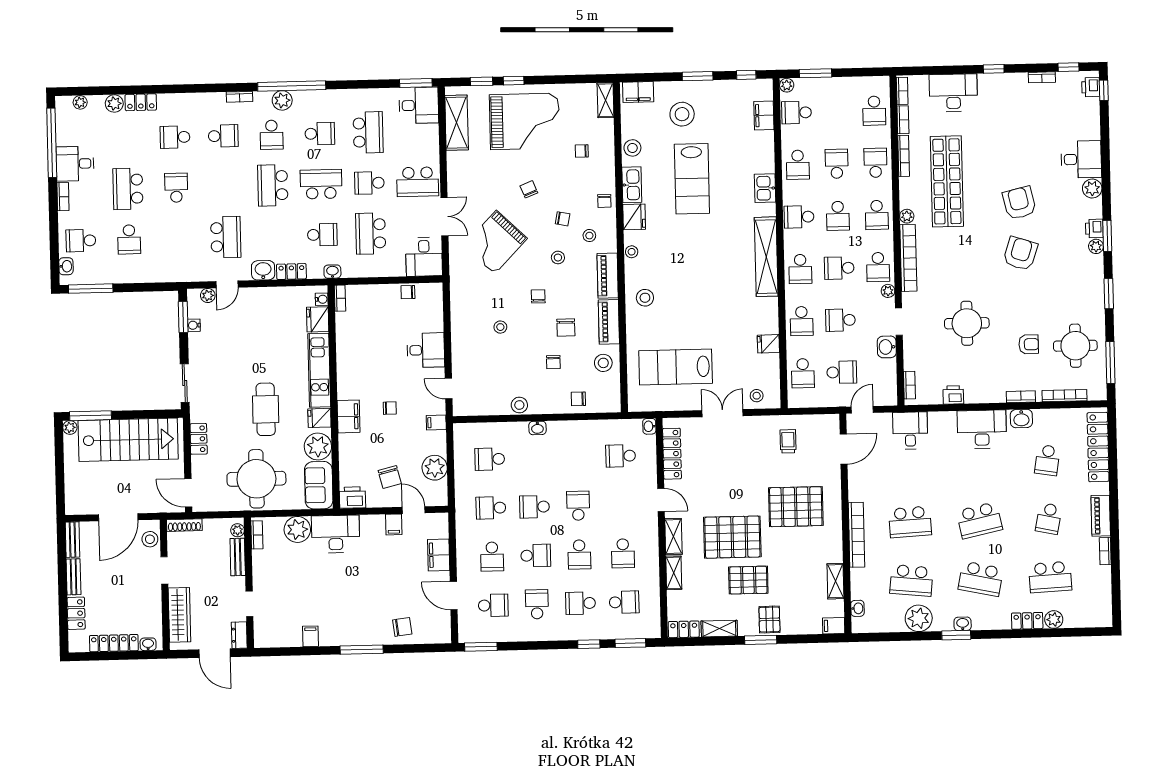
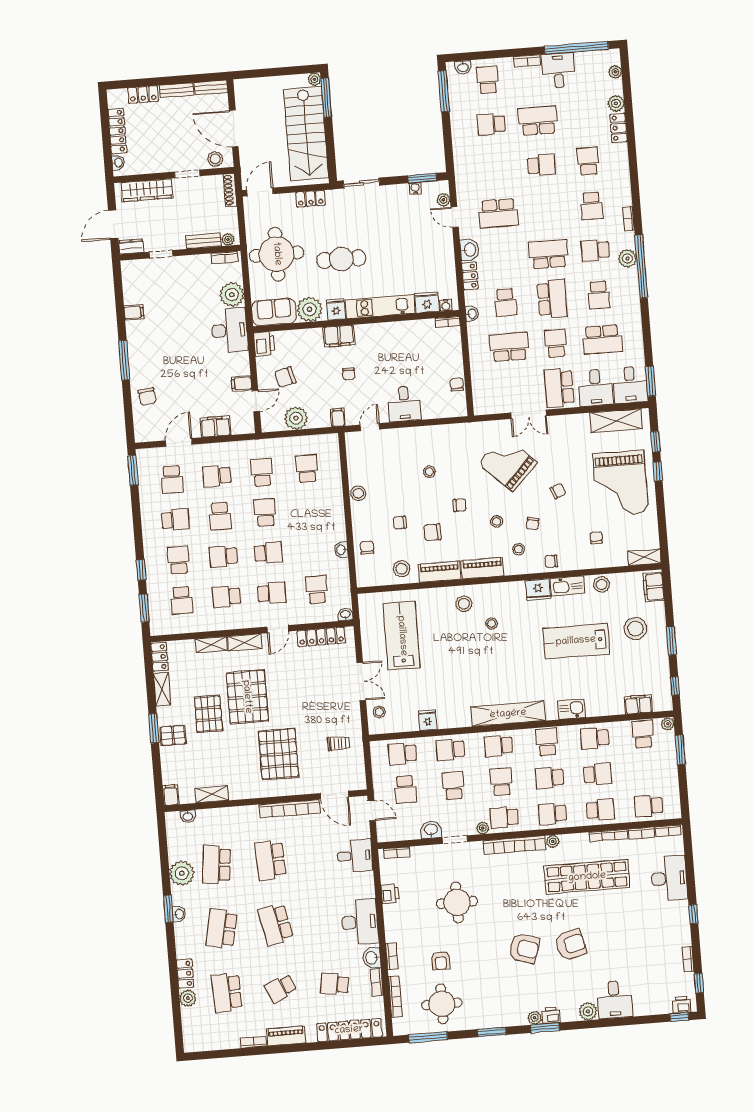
stool: (632, 252) -> (492, 623), moved
desk: (424, 257) -> (595, 388), moved, turned -90
bookcase: (1048, 414) -> (377, 982), added
washbasin: (537, 428) -> (341, 550), moved
school desk: (622, 505) -> (272, 593), added
school desk: (1049, 519) -> (281, 988), turned -36
bookcase: (856, 535) -> (290, 809), moved

